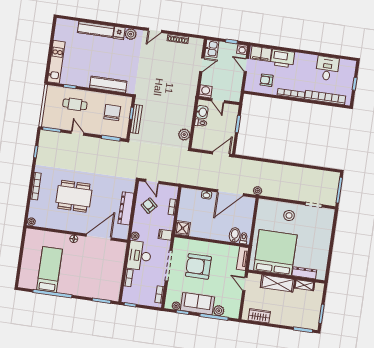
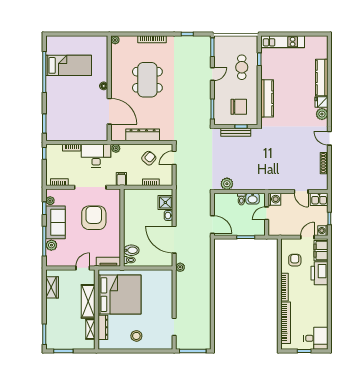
desk: (327, 68) -> (316, 338), moved
stool: (289, 215) -> (136, 336), moved
shower: (183, 228) -> (165, 202), moved

